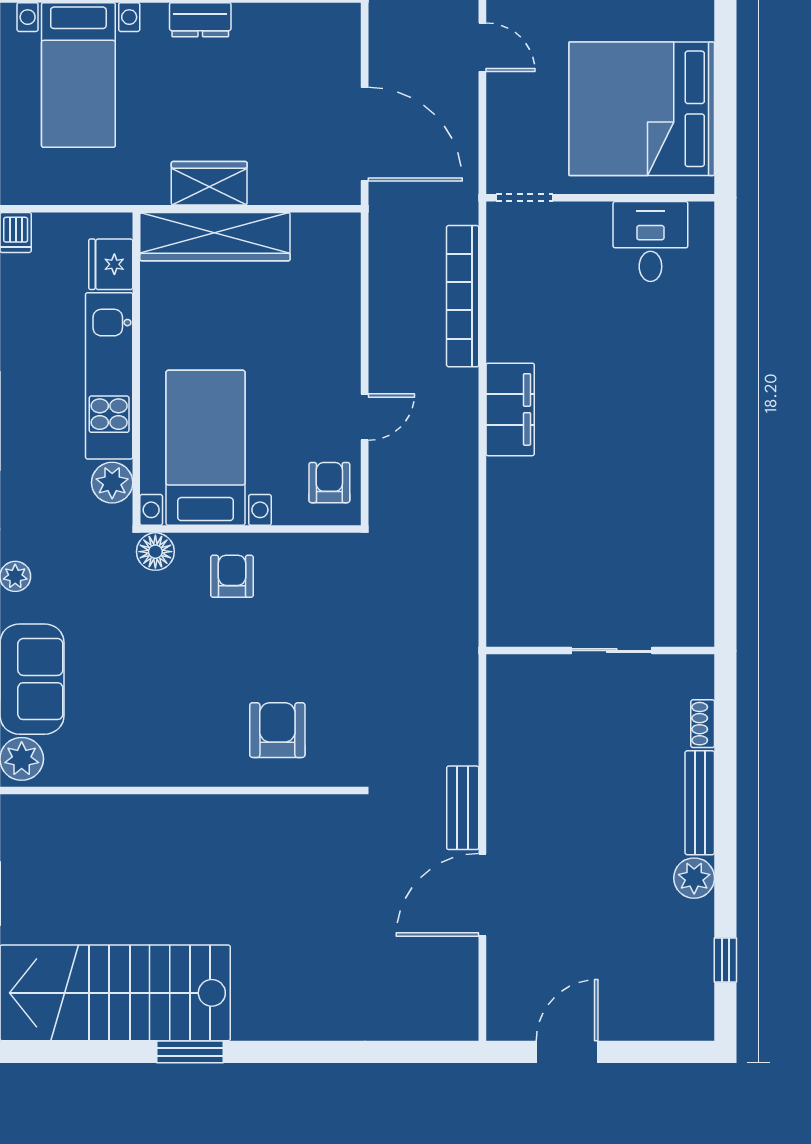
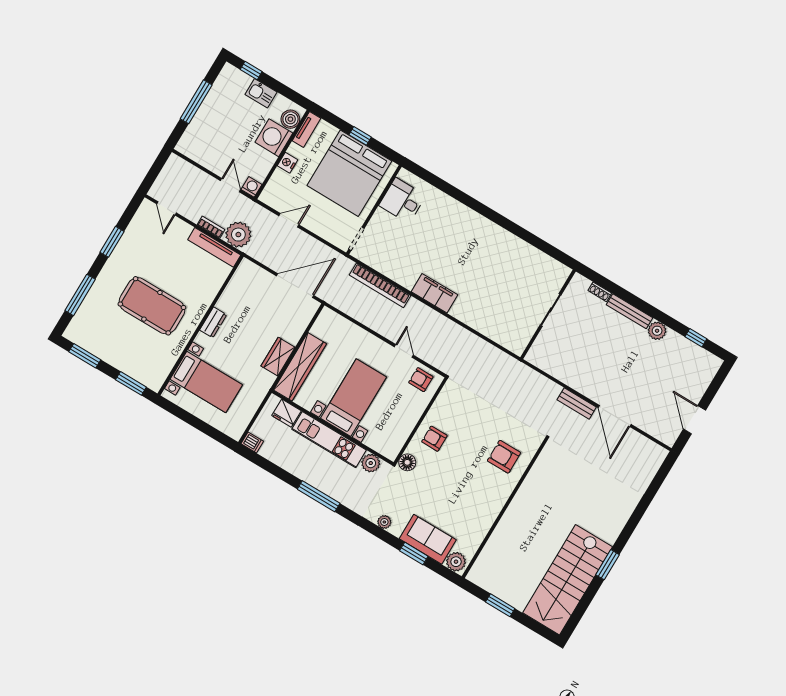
window: (725, 86) -> (360, 136), added
bed with nightstands: (206, 448) -> (353, 398), moved, turned 90

